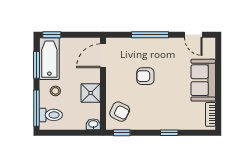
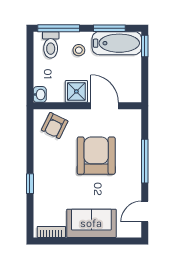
door: (103, 56) -> (105, 106), moved
armchair: (145, 76) -> (96, 156), width x1.88, depth x1.88
window: (122, 133) -> (30, 128), removed

